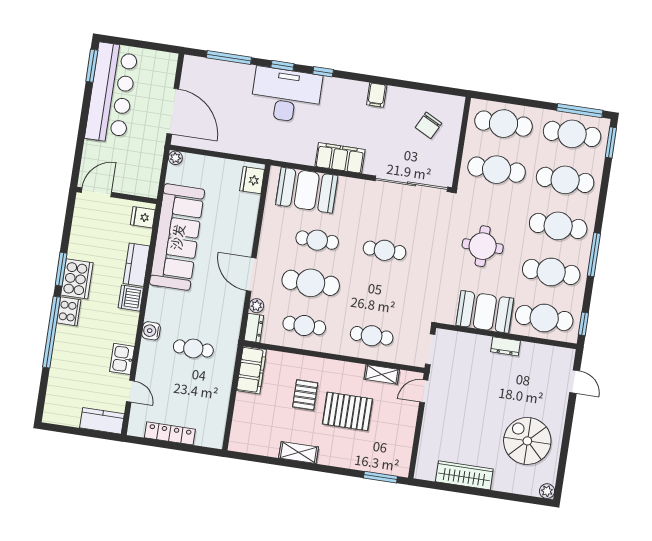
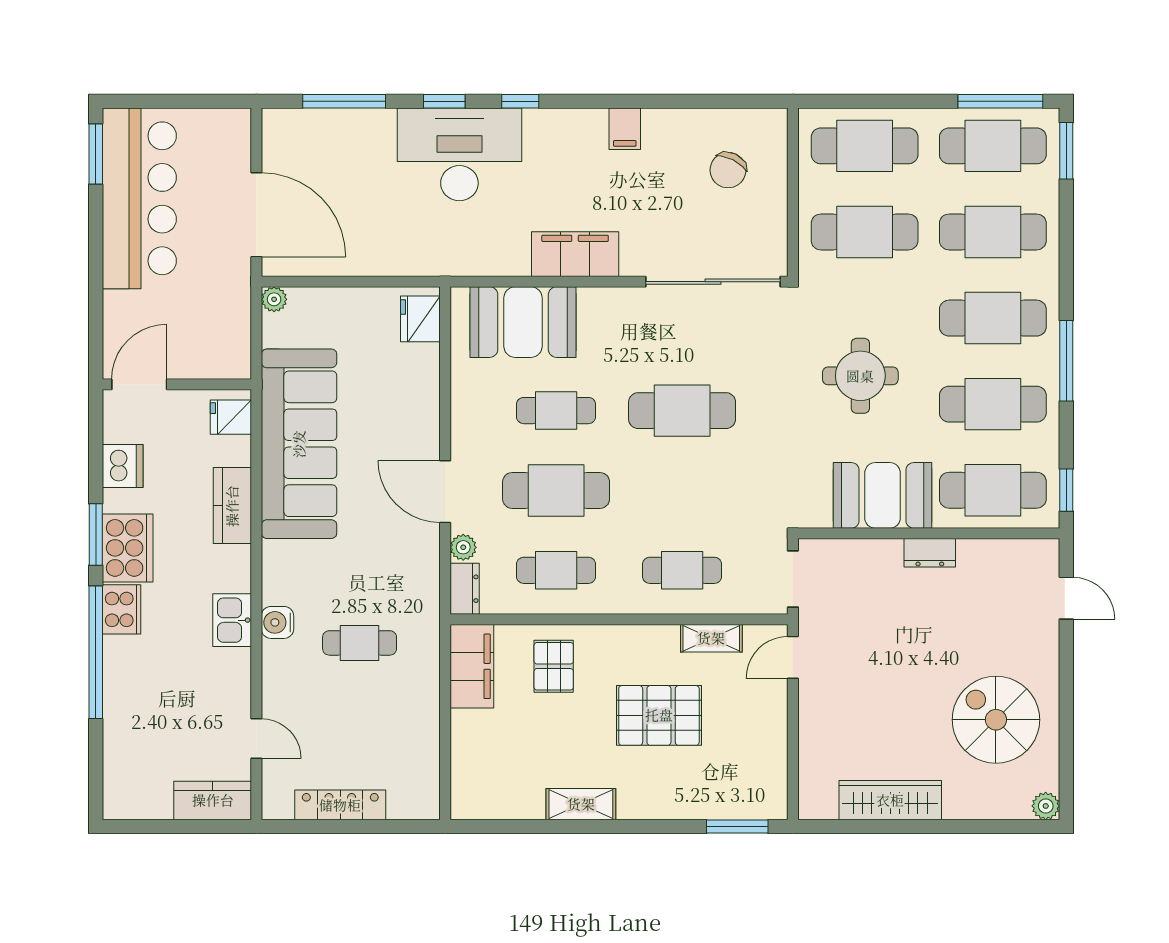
cafe table: (385, 250) -> (682, 411), width x1.37, depth x1.35
dishwasher: (131, 298) -> (123, 466), moved, turned 180
kitchen sink: (122, 359) -> (232, 620), moved
pallet: (305, 395) -> (554, 666), moved

